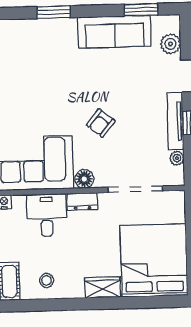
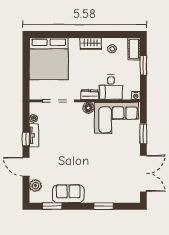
sofa: (114, 32) -> (68, 194), width x0.73
tv unit: (175, 121) -> (34, 135), width x0.71
armchair: (101, 123) -> (78, 140), removed
wardrobe: (103, 287) -> (91, 44), moved

